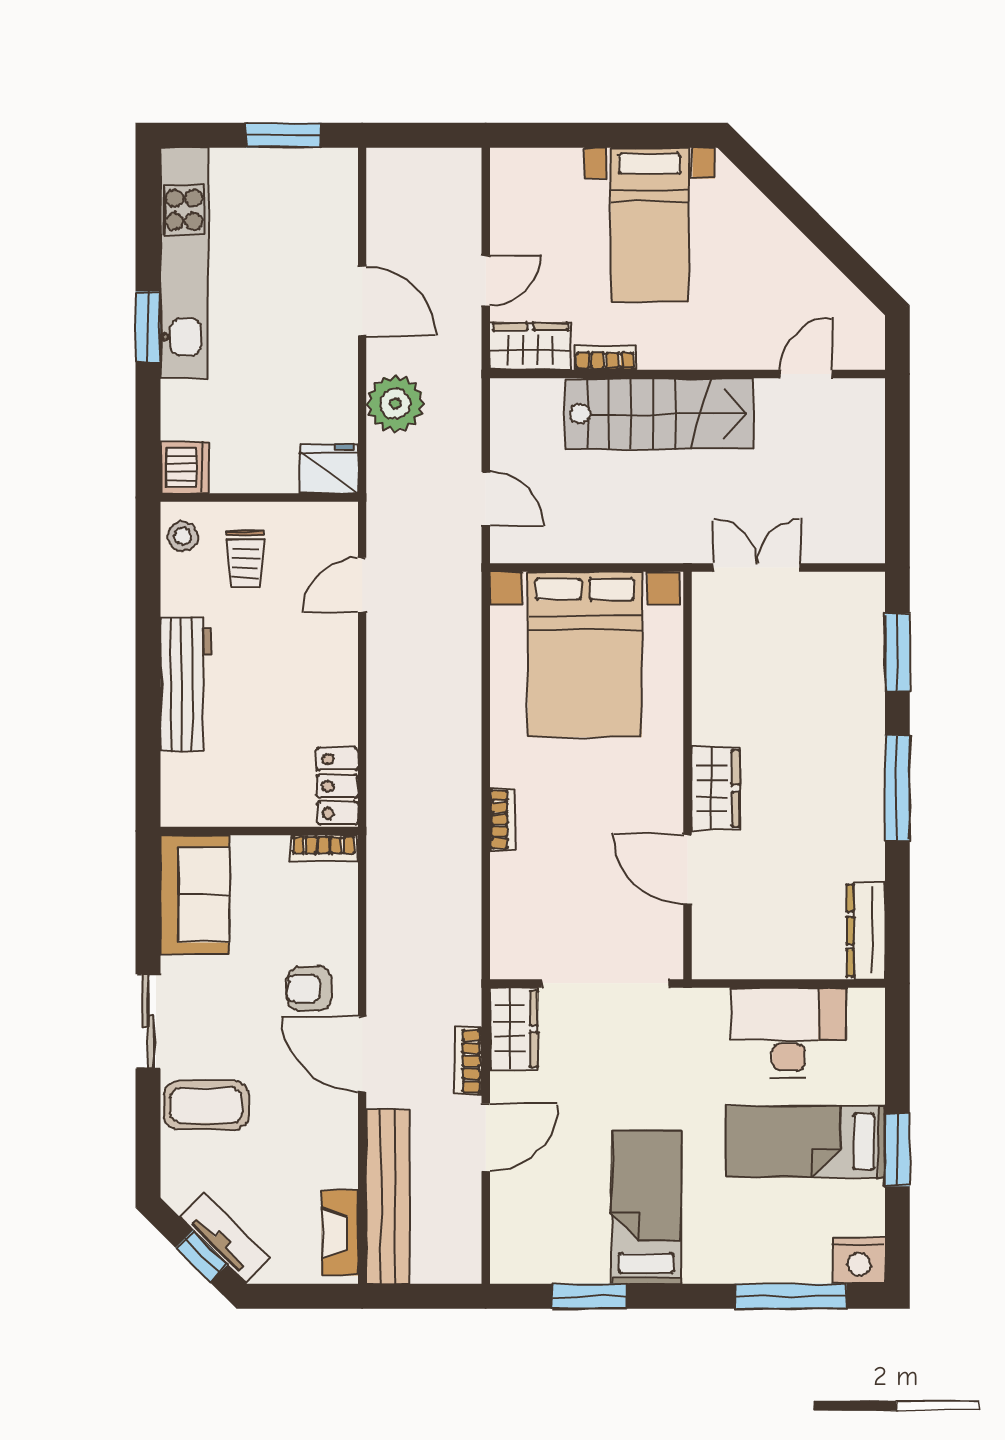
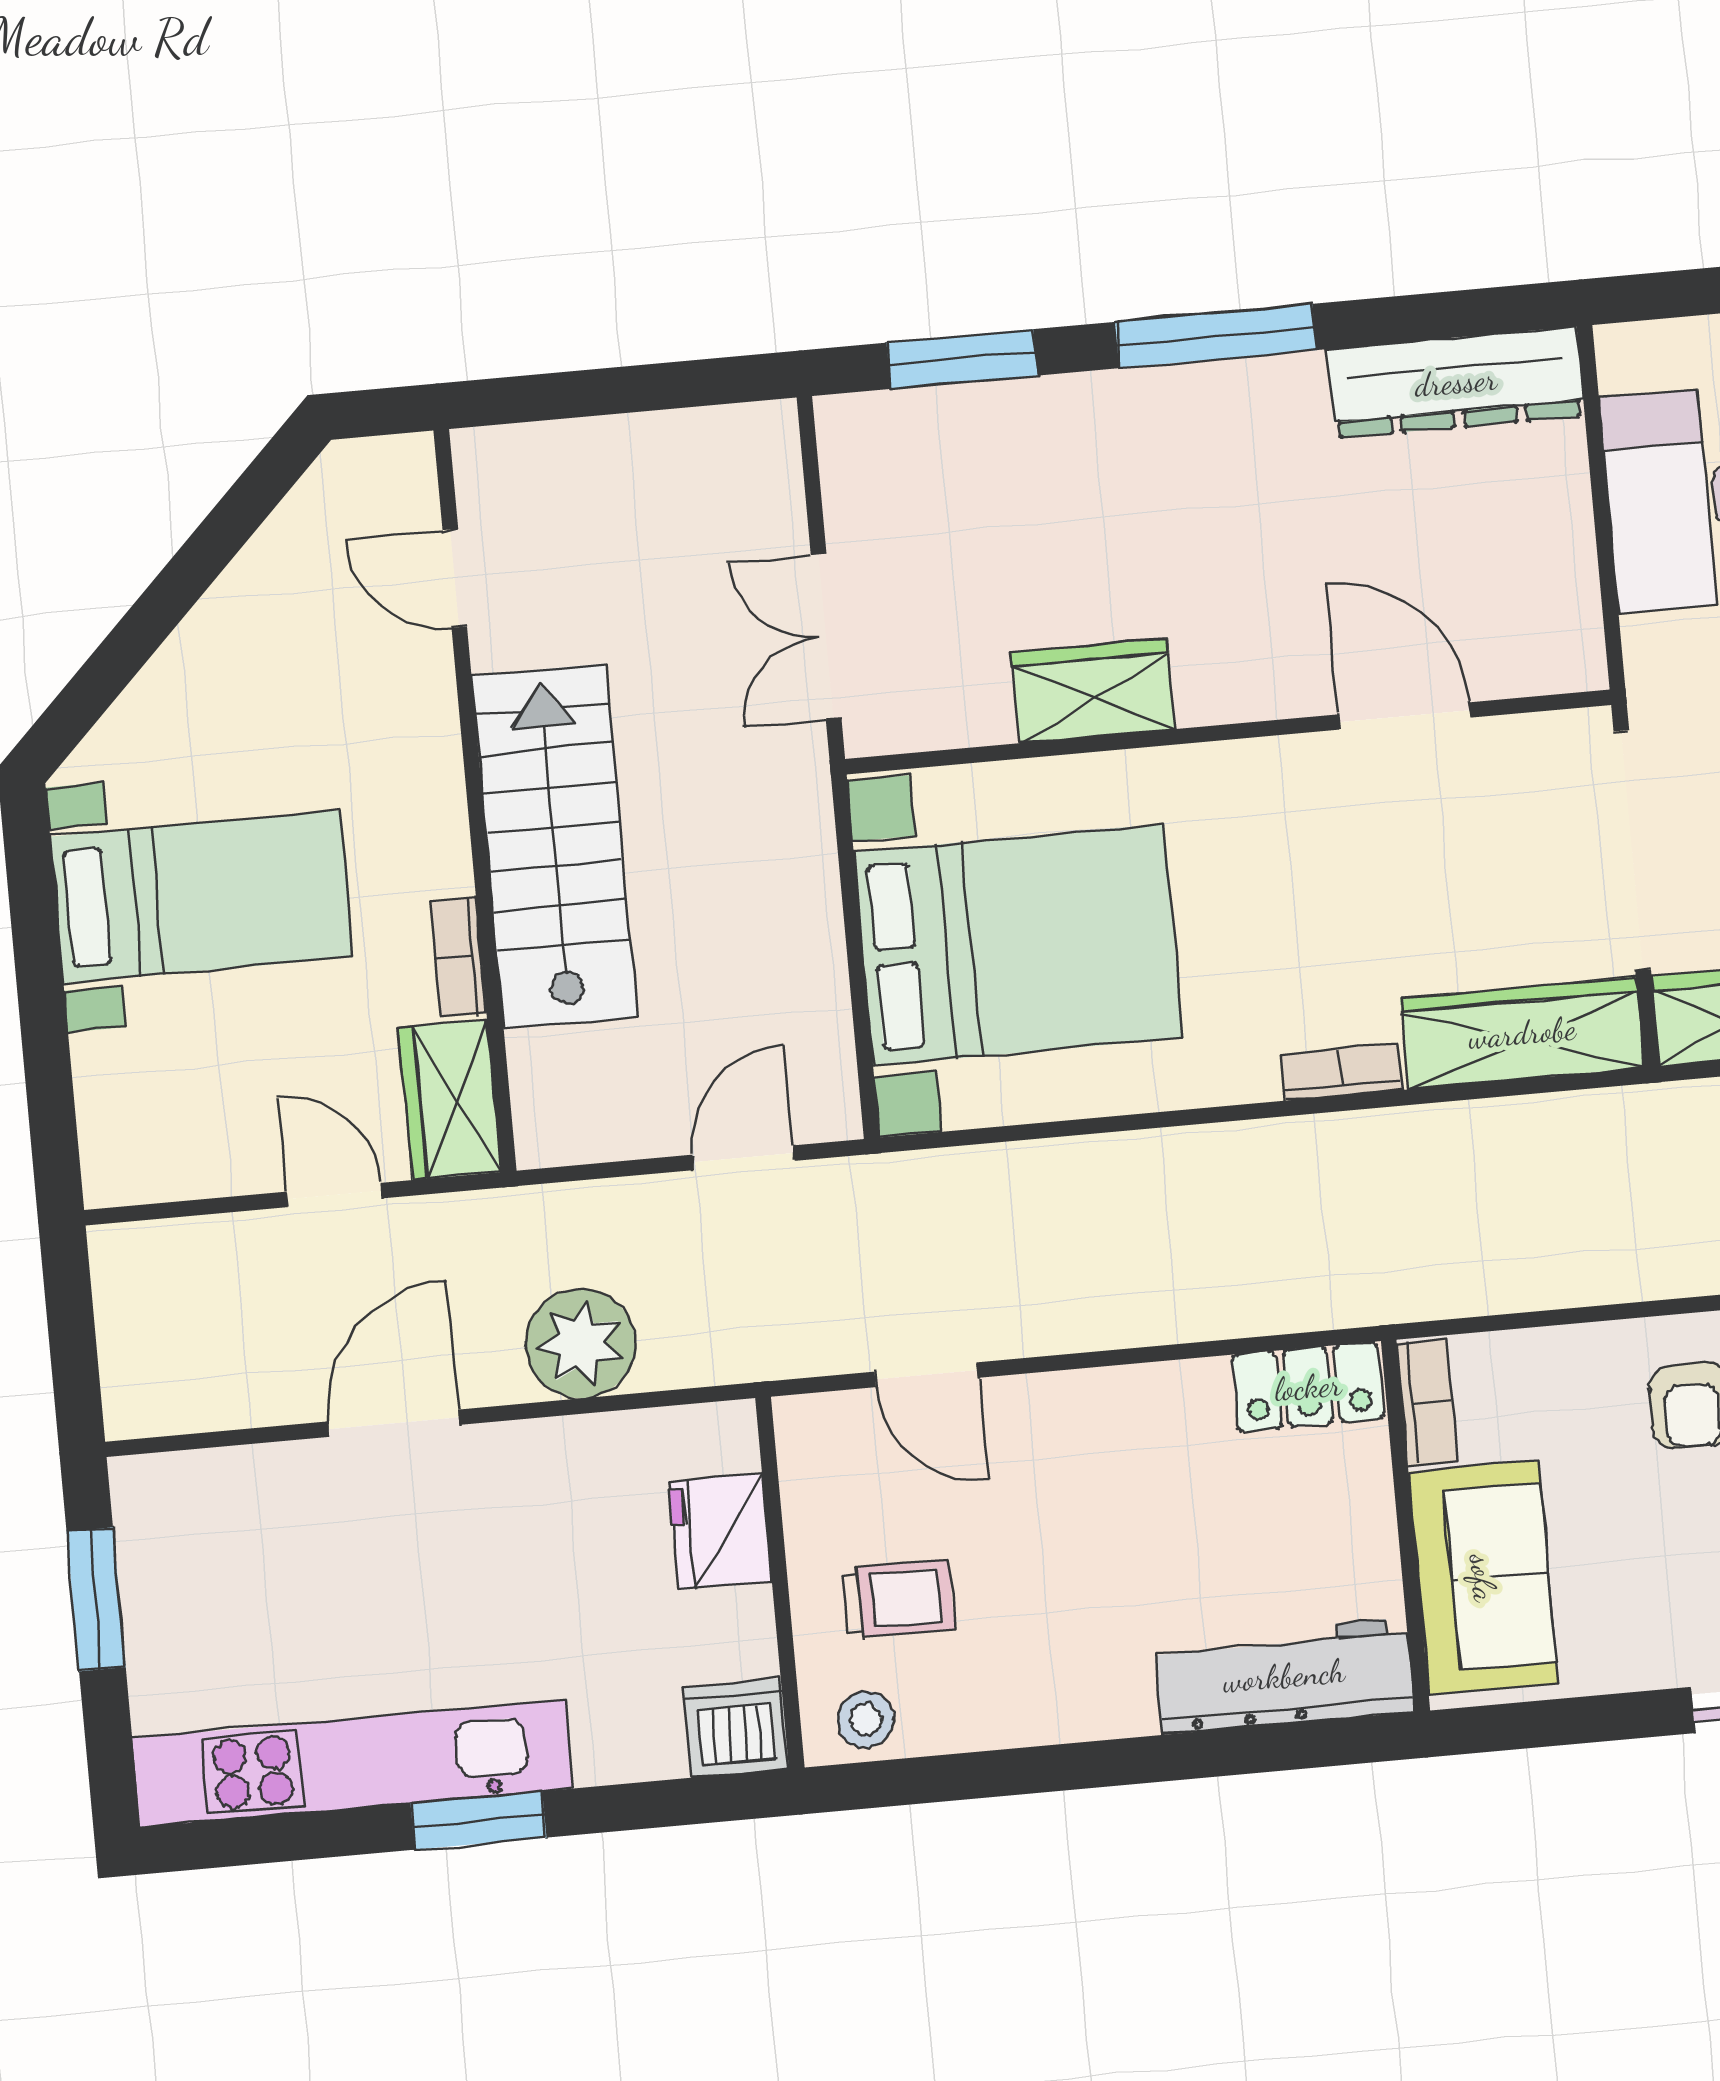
fridge: (329, 468) -> (720, 1532), moved
workbench: (186, 684) -> (1284, 1676), moved
wardrobe: (716, 788) -> (1093, 691), moved
door: (687, 869) -> (1404, 716), swing flipped
sofa: (195, 895) -> (1483, 1578), moved, turned 90
wardrobe: (514, 917) -> (1522, 1033), added
dresser: (866, 931) -> (1456, 382), width x1.37, depth x1.24

